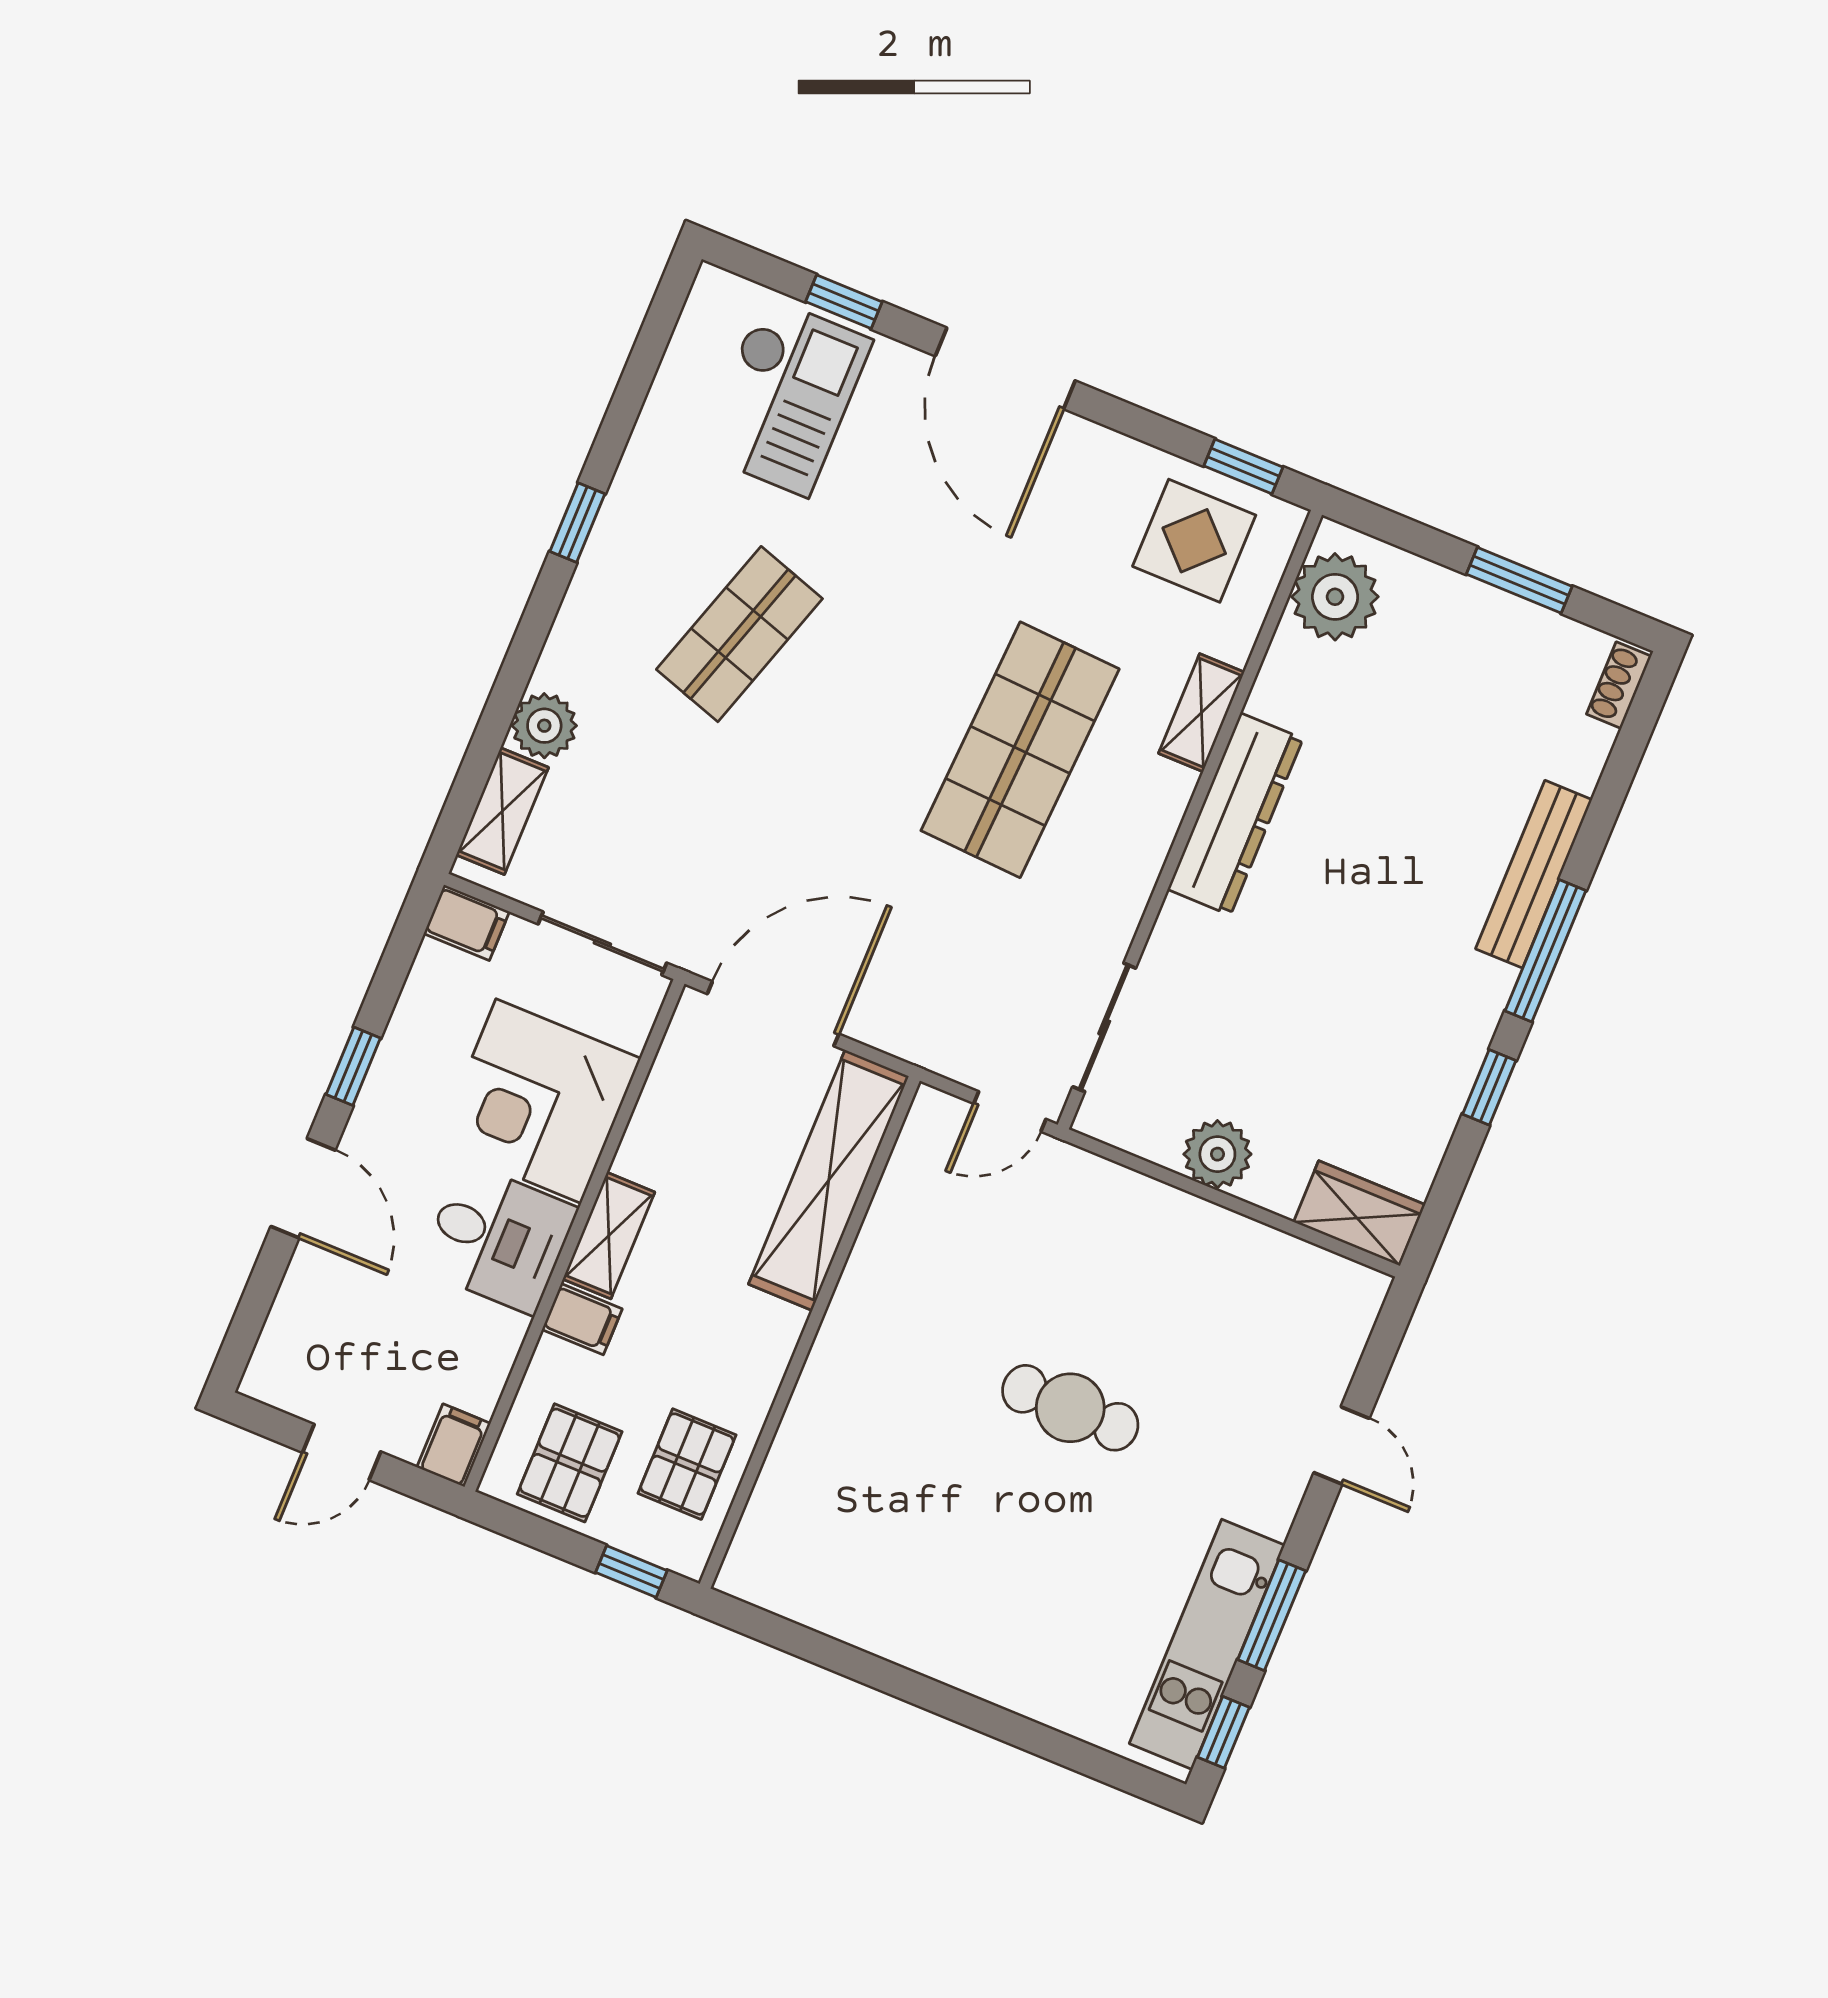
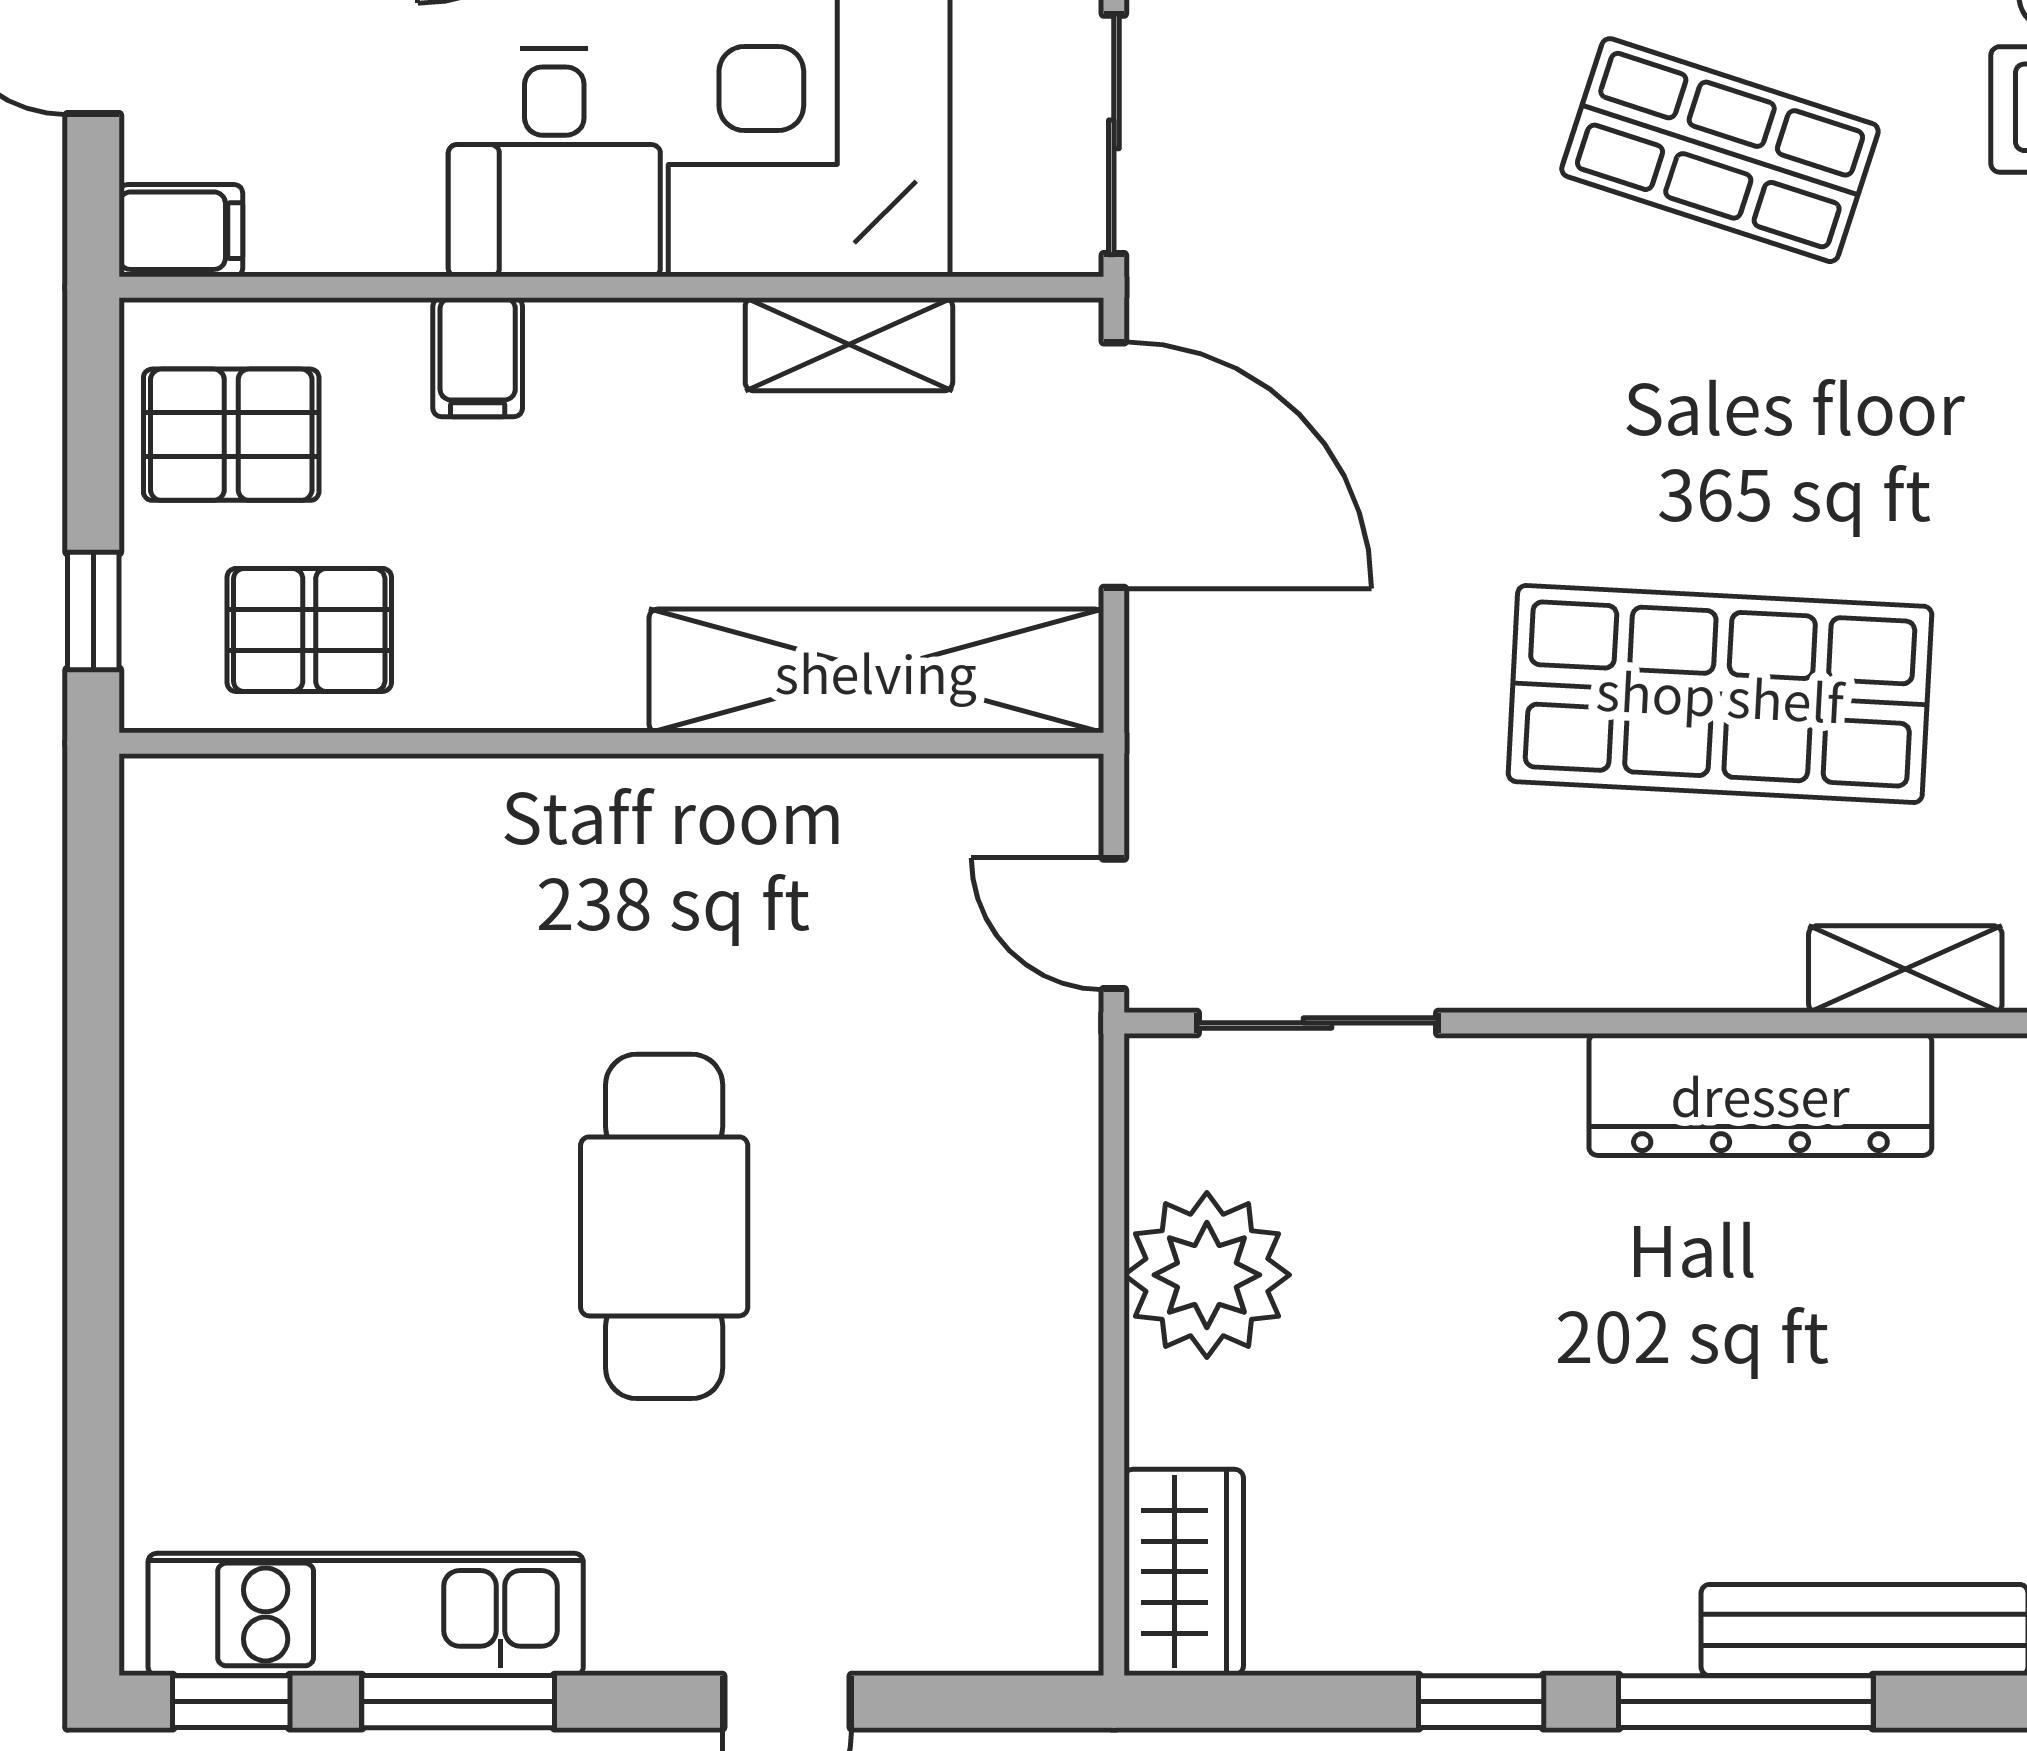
plant: (1217, 1154) -> (1207, 1275), width x1.36, depth x1.36
shelving: (609, 1236) -> (849, 344), moved
cafe table: (1070, 1408) -> (664, 1226), width x1.37, depth x1.35

